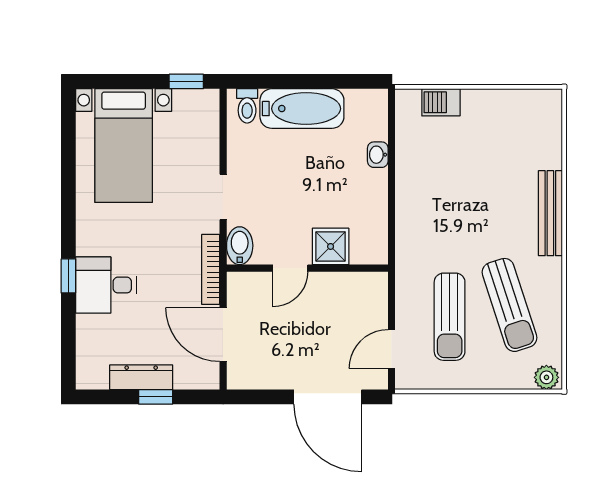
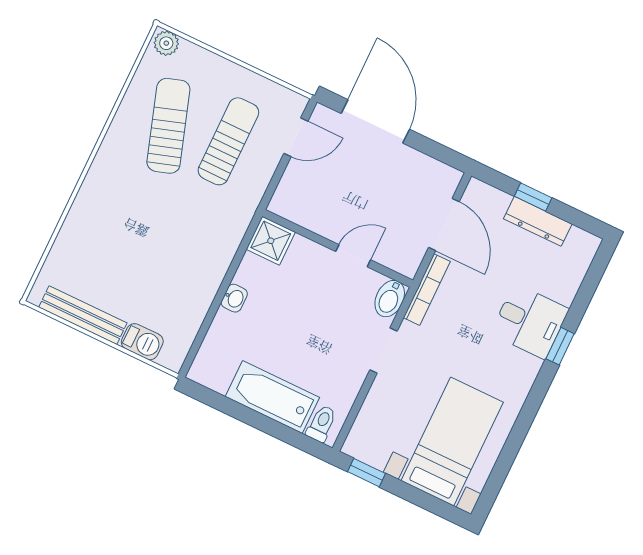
washbasin: (378, 155) -> (234, 298), moved
bench: (550, 213) -> (83, 315), moved, turned 90
shower: (331, 246) -> (271, 241), moved

